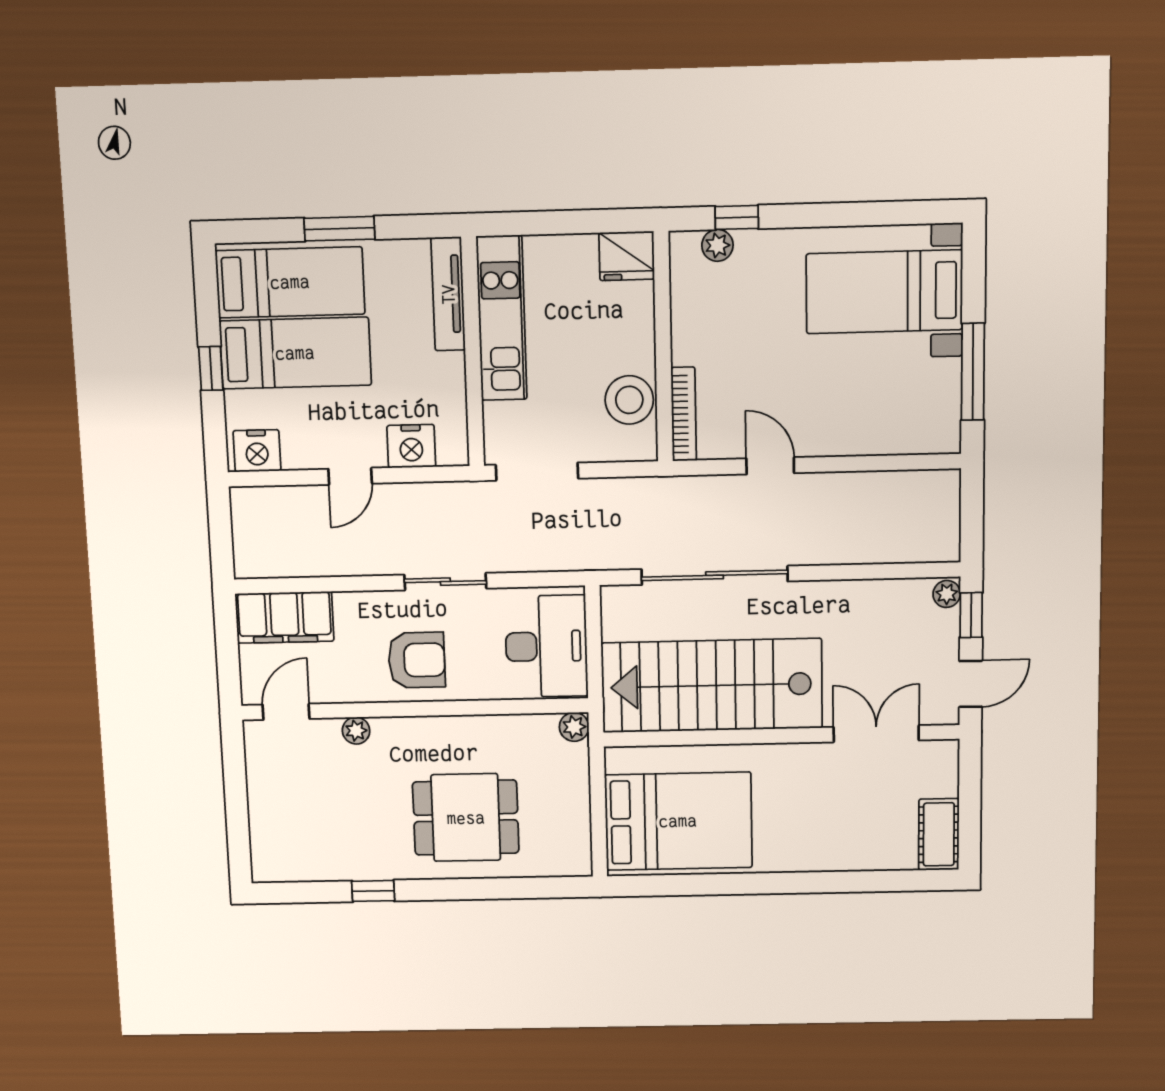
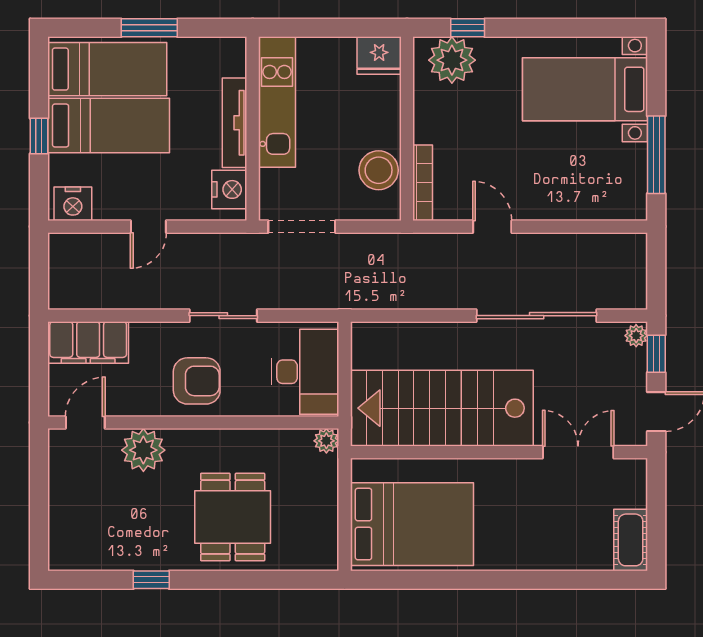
plant: (717, 245) -> (452, 60), width x1.88, depth x1.88
tv unit: (448, 294) -> (235, 123), moved
nightstand: (411, 446) -> (229, 189), moved, turned -90
sliding door: (715, 575) -> (537, 316), moved
plant: (356, 731) -> (143, 450), width x1.88, depth x1.88
dining table: (466, 818) -> (233, 517), turned 90

